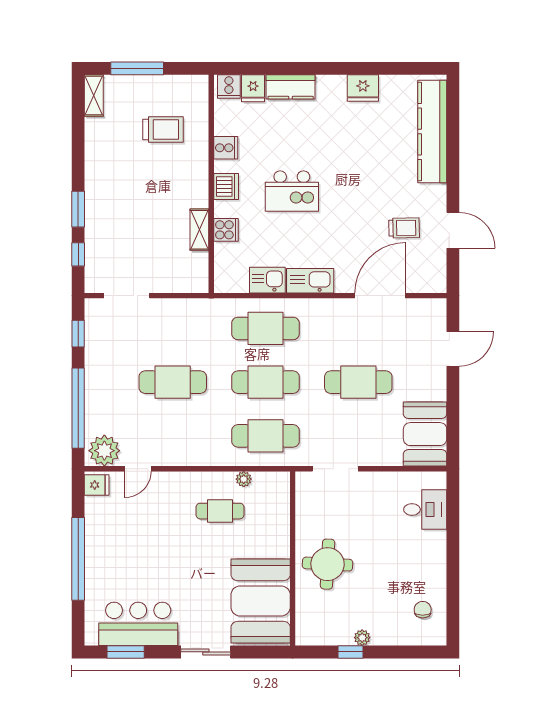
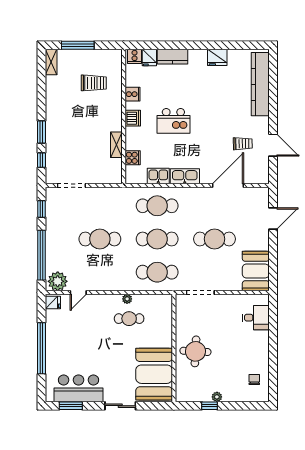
cooker: (226, 230) -> (133, 158), moved
plant: (244, 479) -> (127, 299), moved

